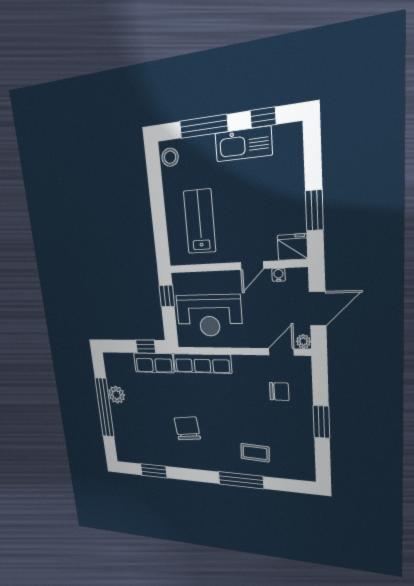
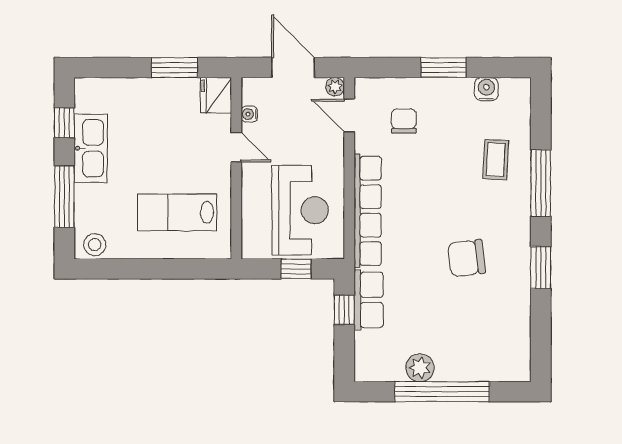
window: (167, 296) -> (296, 269), moved
row of seats: (202, 364) -> (368, 211), width x1.36
water cooler: (306, 451) -> (486, 89), added
window: (154, 471) -> (541, 268), moved

